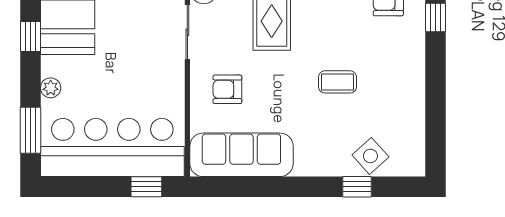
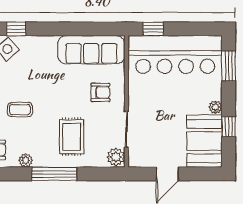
coffee table: (337, 82) -> (20, 110), moved
plant: (51, 88) -> (215, 107), moved

